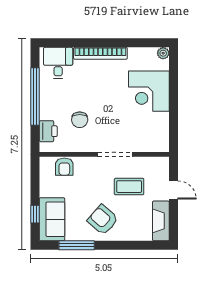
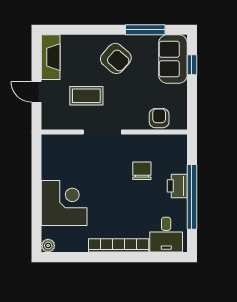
printer: (48, 131) -> (177, 186), moved

